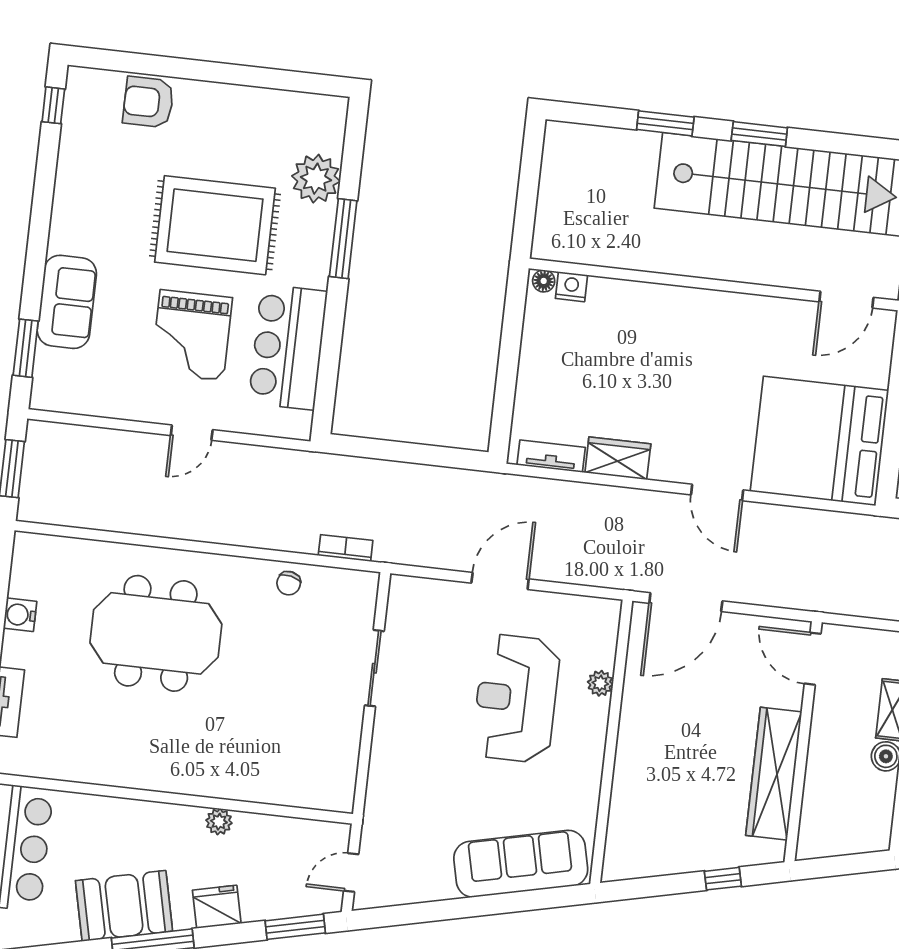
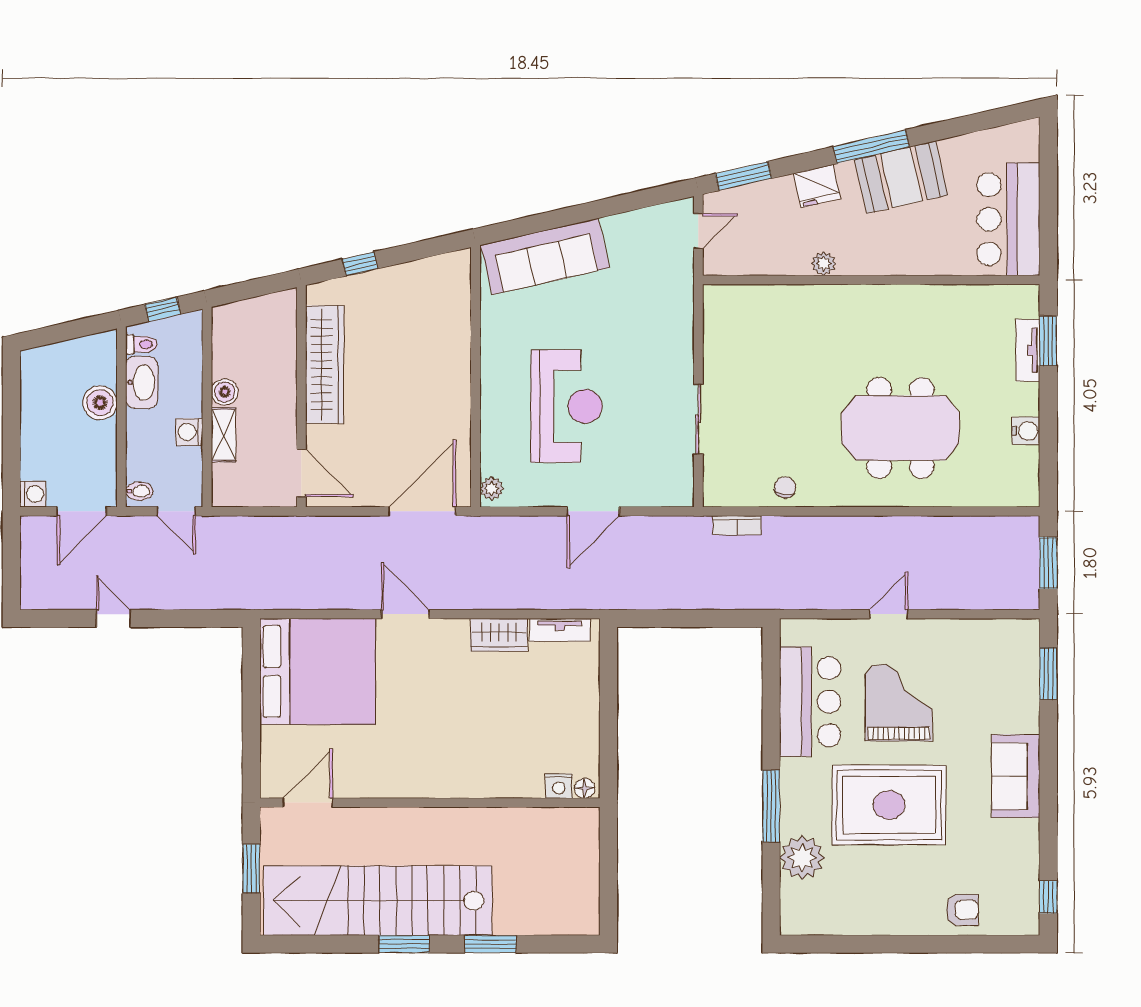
armchair: (148, 102) -> (962, 910), width x0.72, depth x0.72
sofa: (67, 302) -> (1016, 776), moved
plant: (600, 683) -> (492, 488), moved

